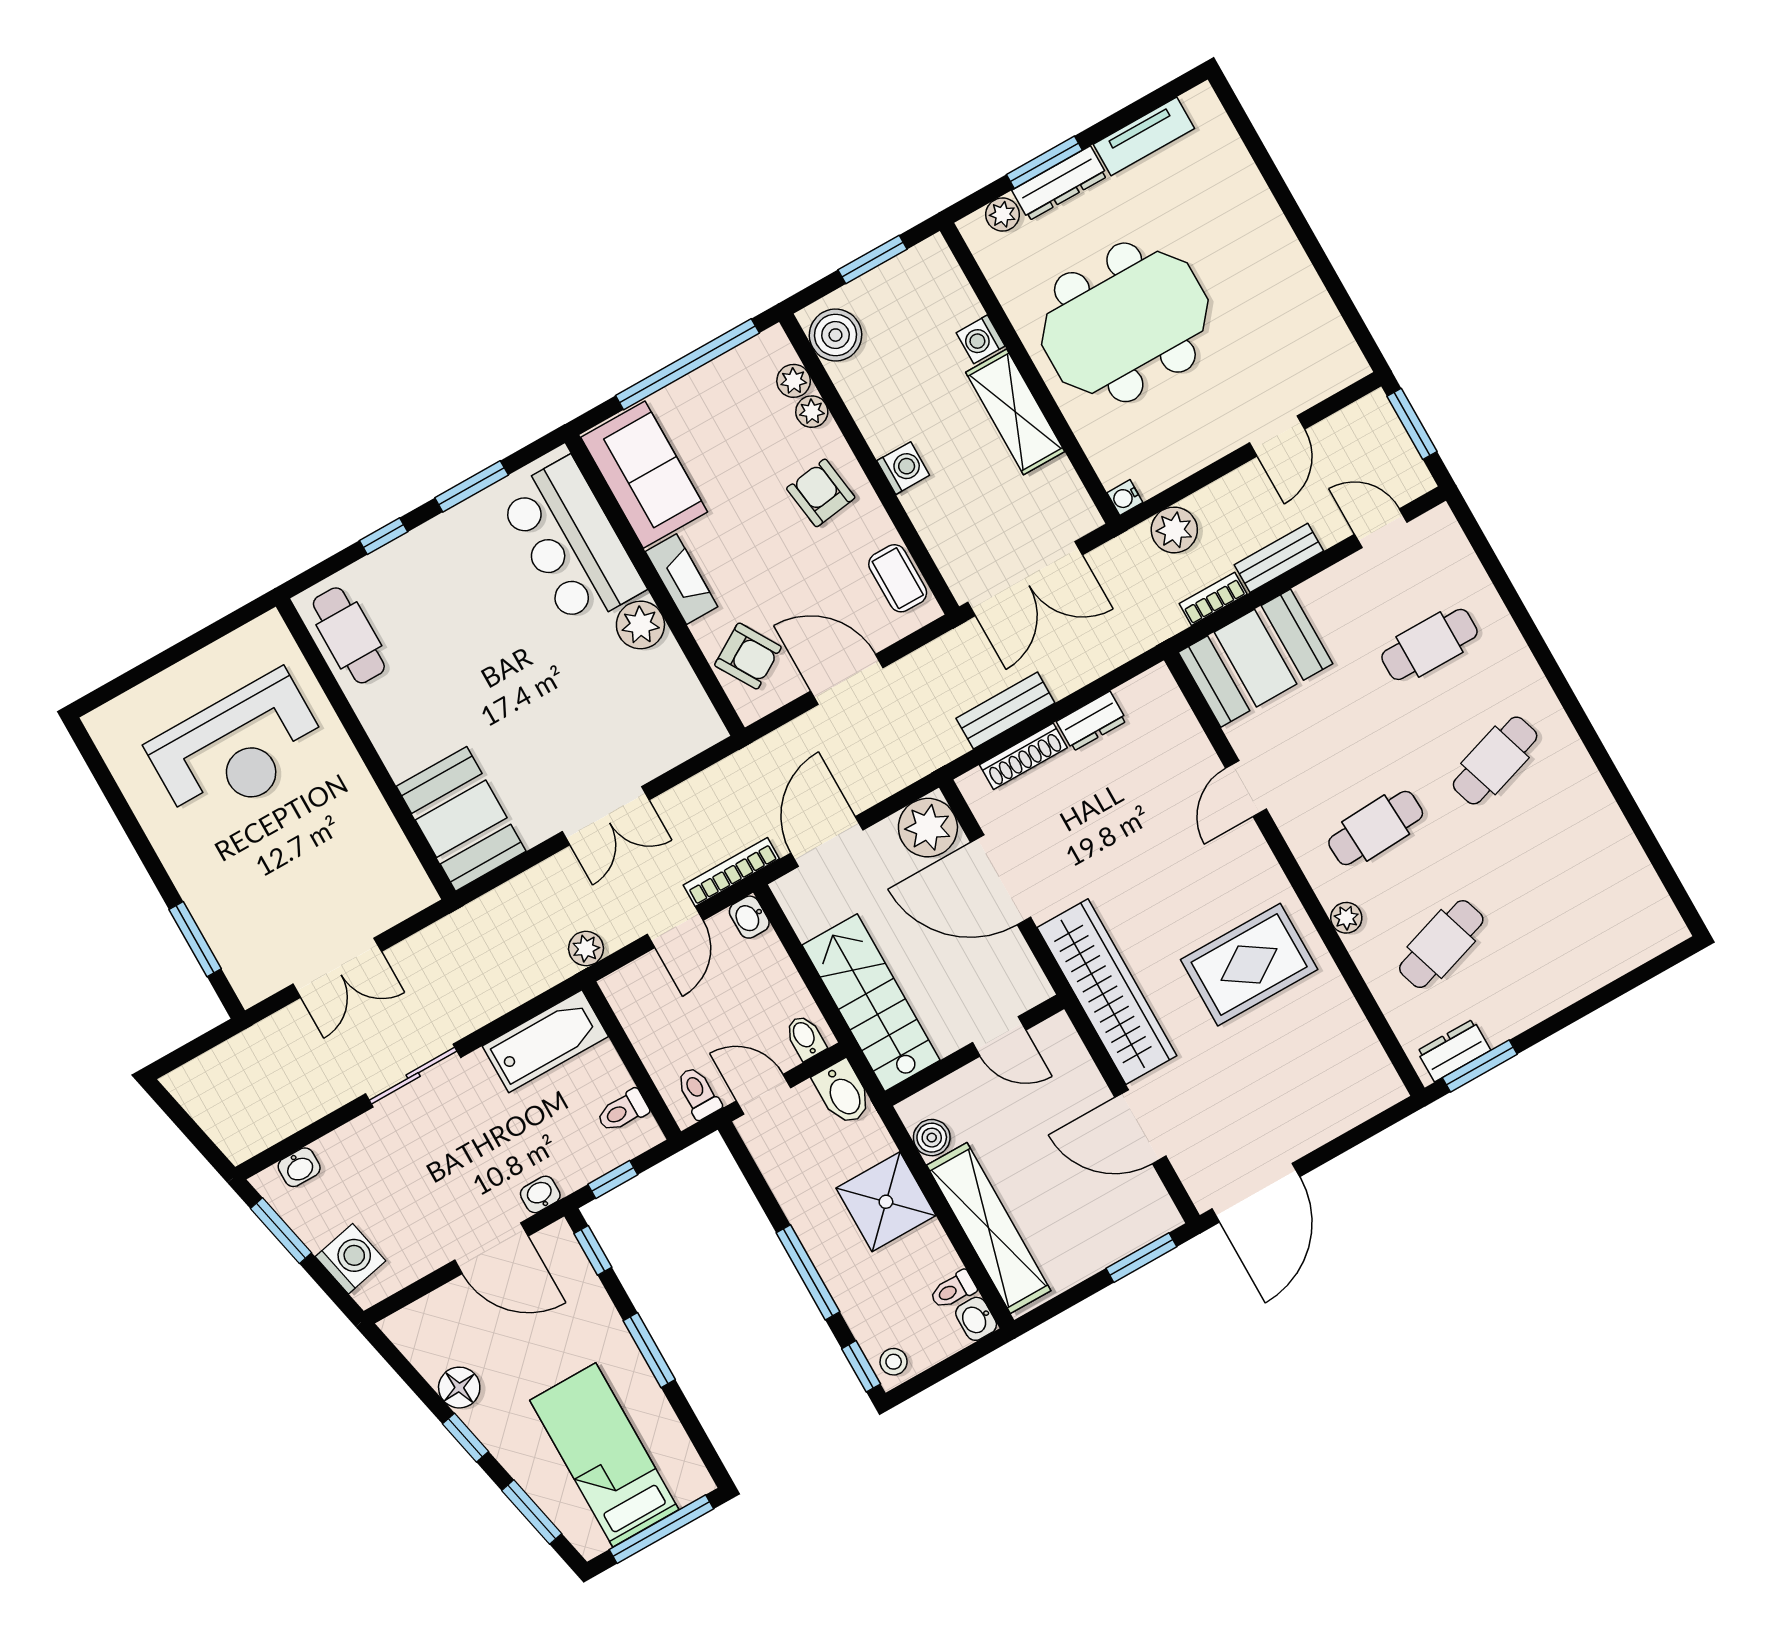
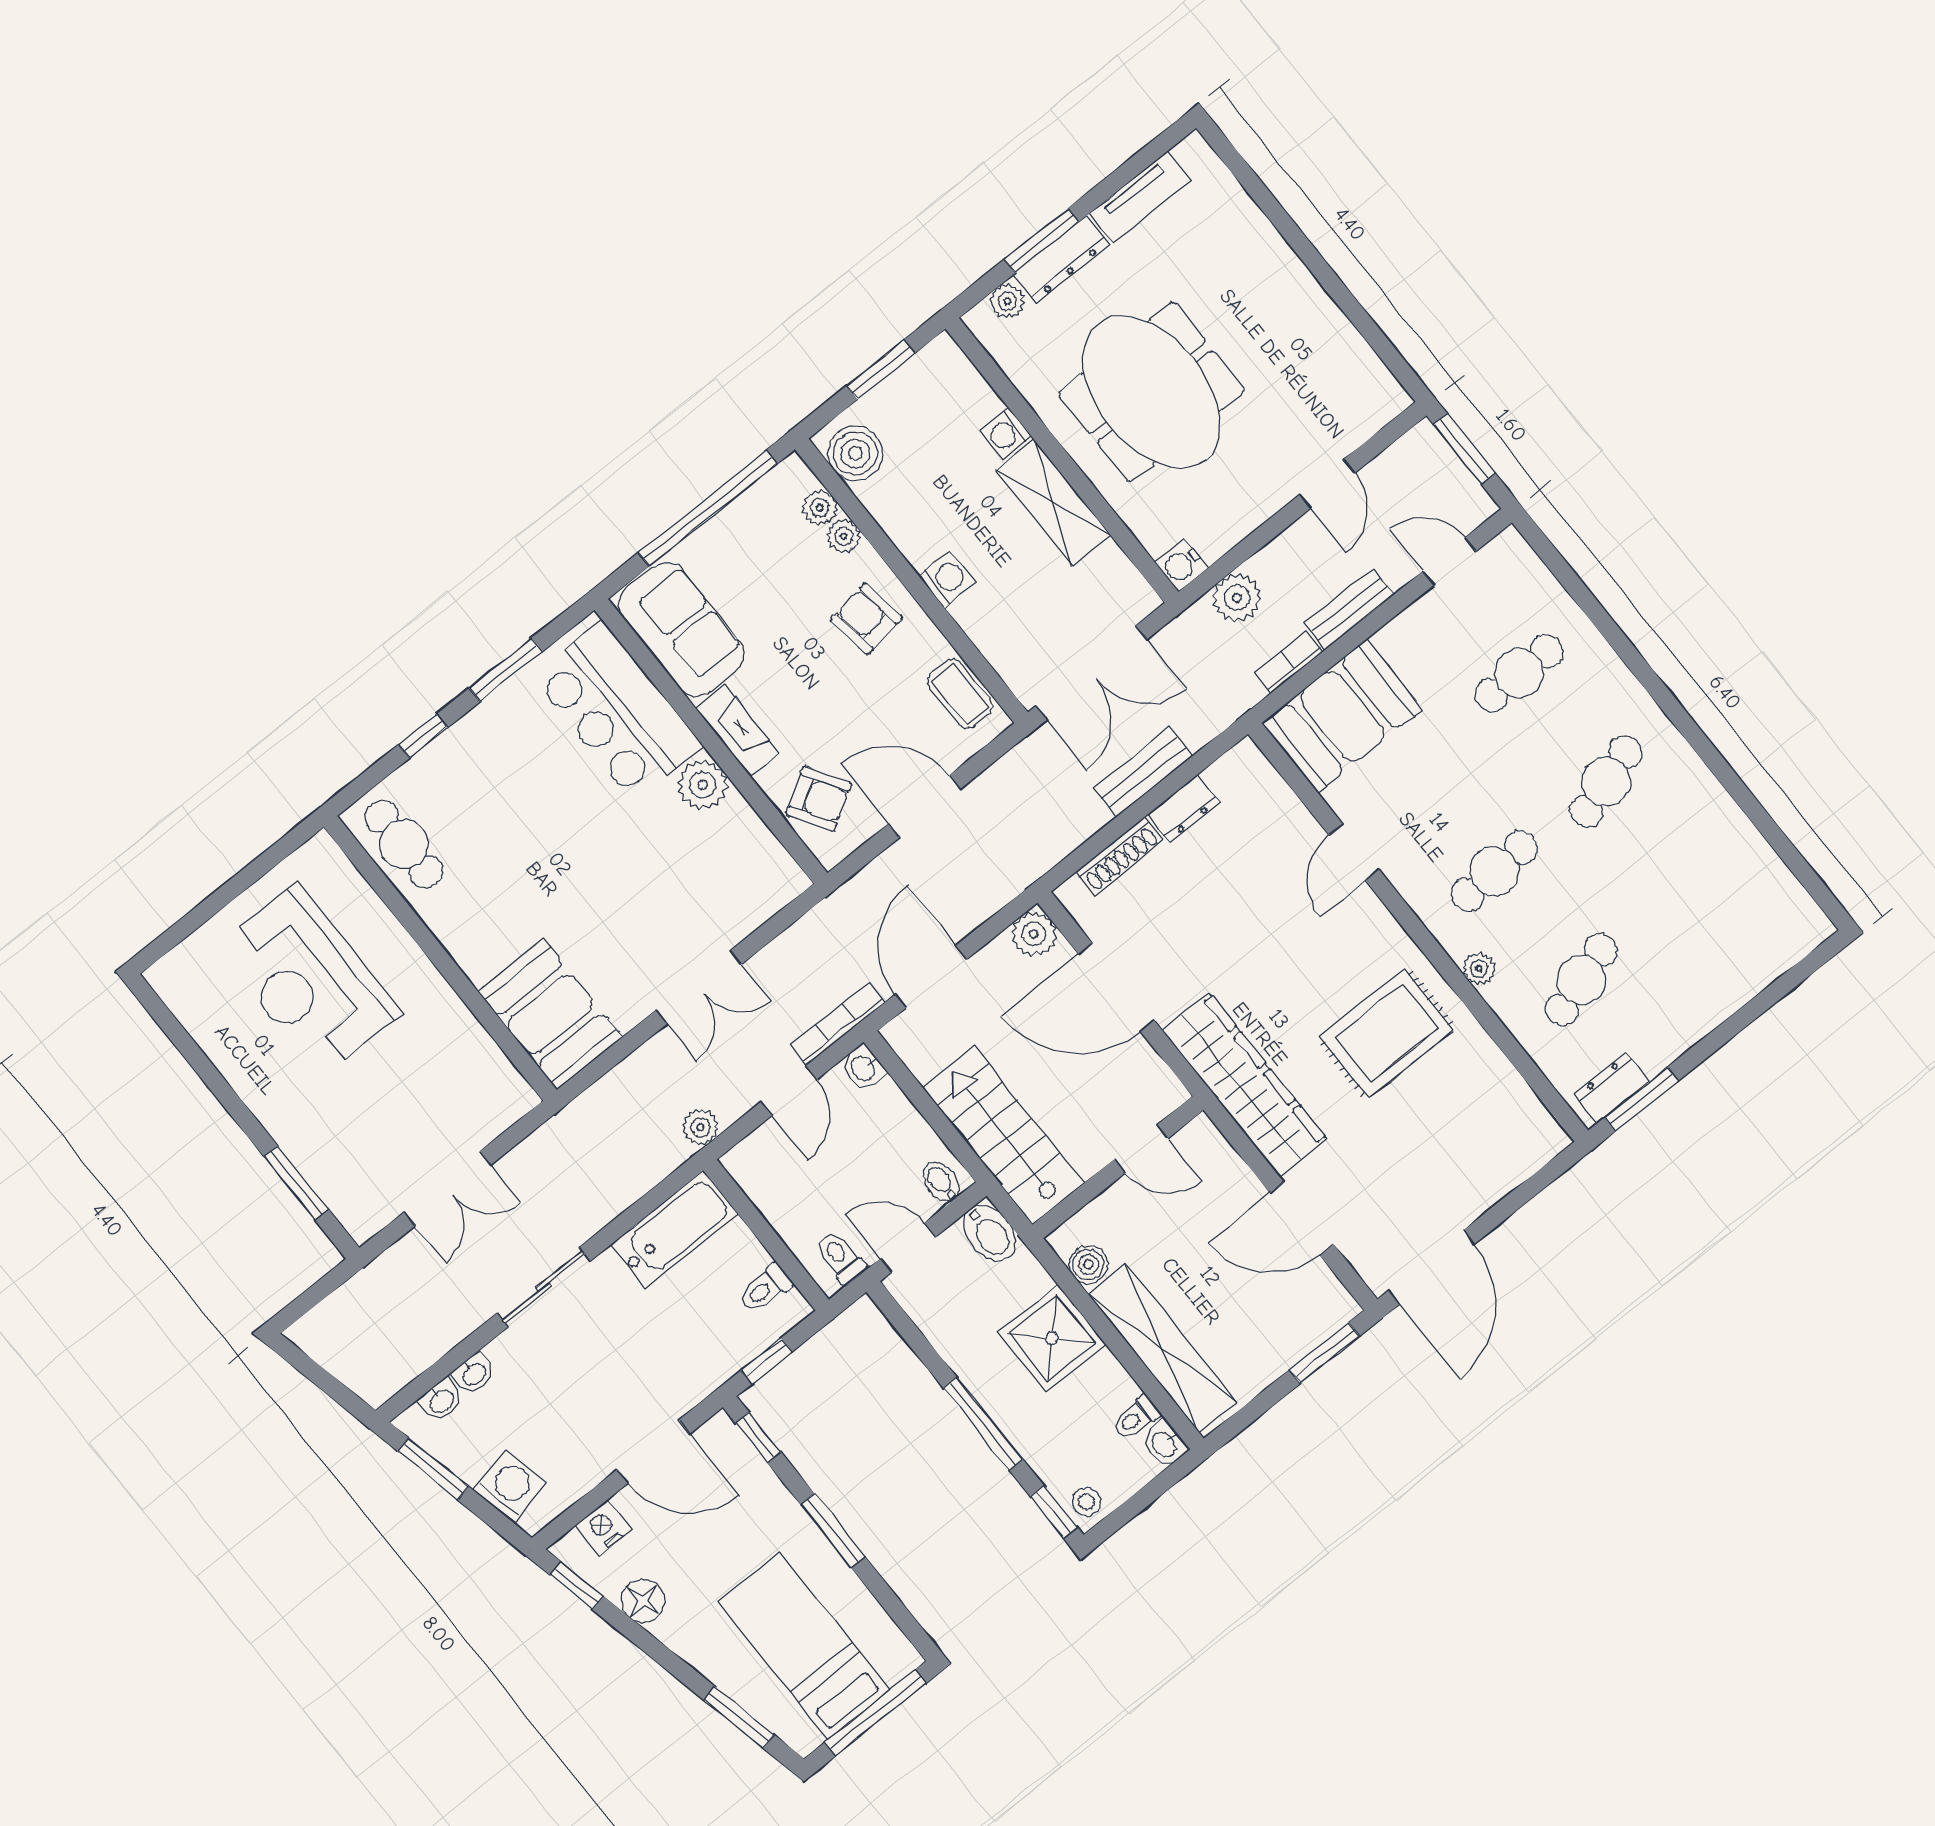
meeting table: (1125, 322) -> (1151, 392), turned 90
water cooler: (1125, 498) -> (1181, 565), width x1.38, depth x1.38
bench: (1005, 711) -> (1143, 772), moved
reception desk: (238, 749) -> (309, 980), turned 90
plant: (928, 828) -> (1034, 934), width x0.73, depth x0.73
washbasin: (540, 1194) -> (474, 1374), moved, turned 180
nightstand: (433, 1312) -> (603, 1528), added
window: (465, 1438) -> (577, 1585), moved

